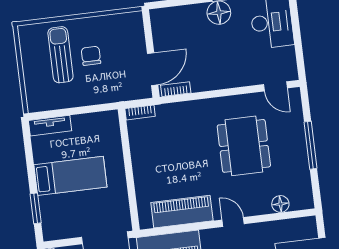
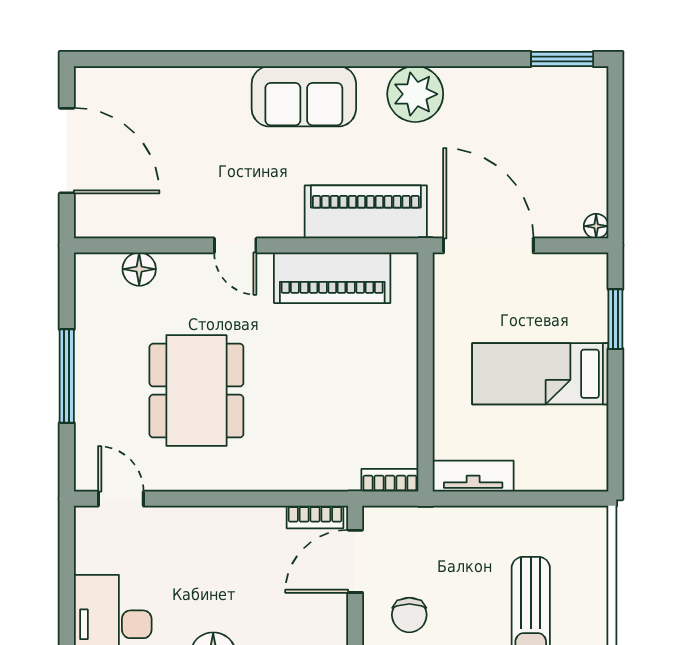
chair: (91, 56) -> (409, 615), moved
tv unit: (50, 126) -> (473, 476), moved

